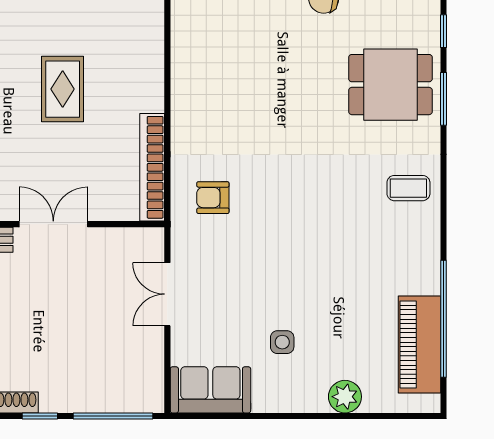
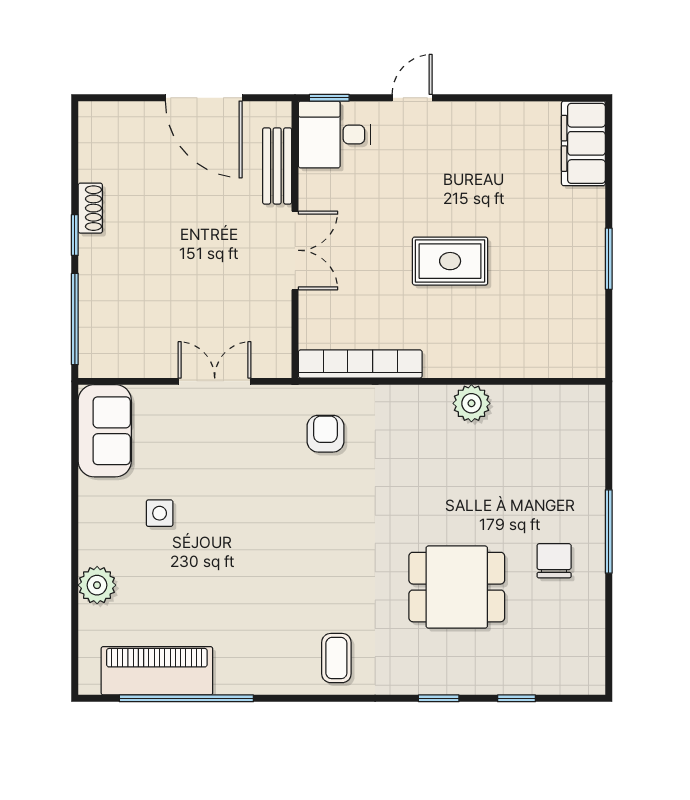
plant: (186, 70) -> (471, 403), added
dining table: (390, 85) -> (457, 587), moved, turned 90
window: (444, 99) -> (439, 698), width x0.67

